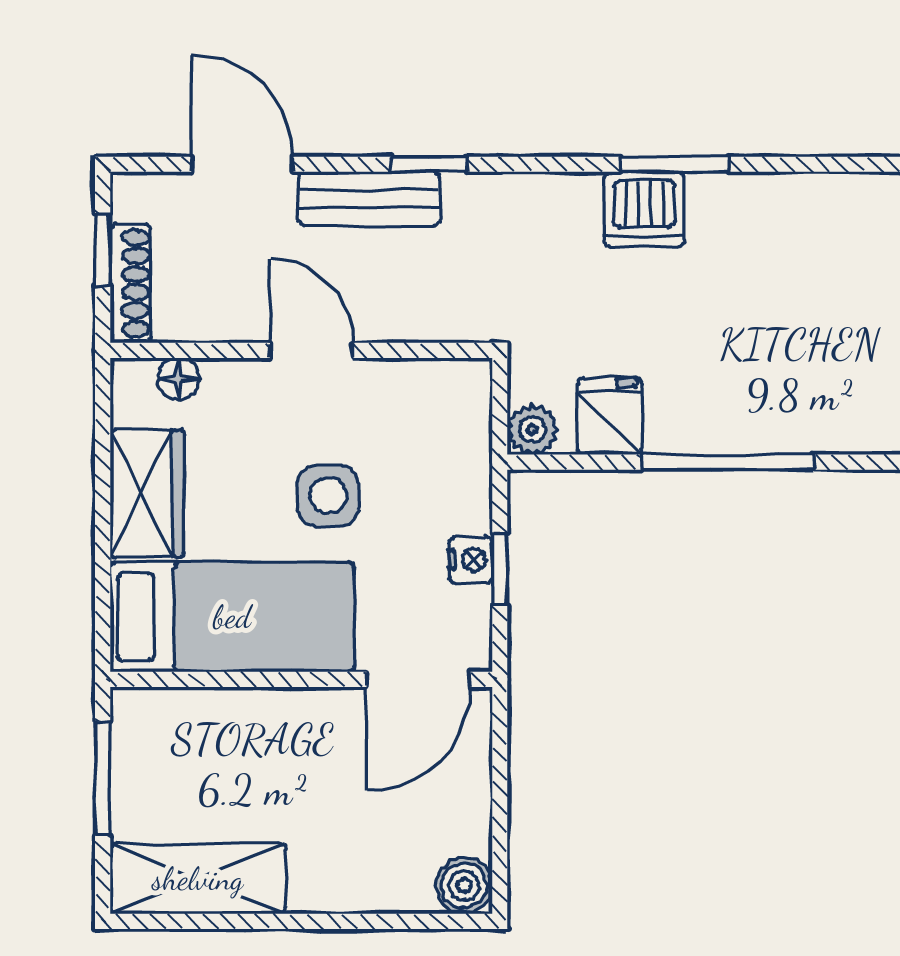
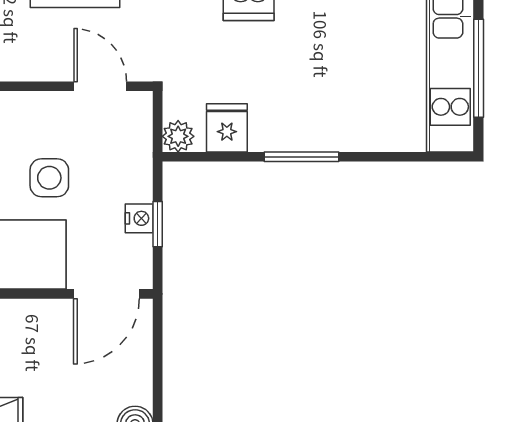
door: (312, 350) -> (100, 86), moved
window: (728, 462) -> (302, 157), width x0.69

